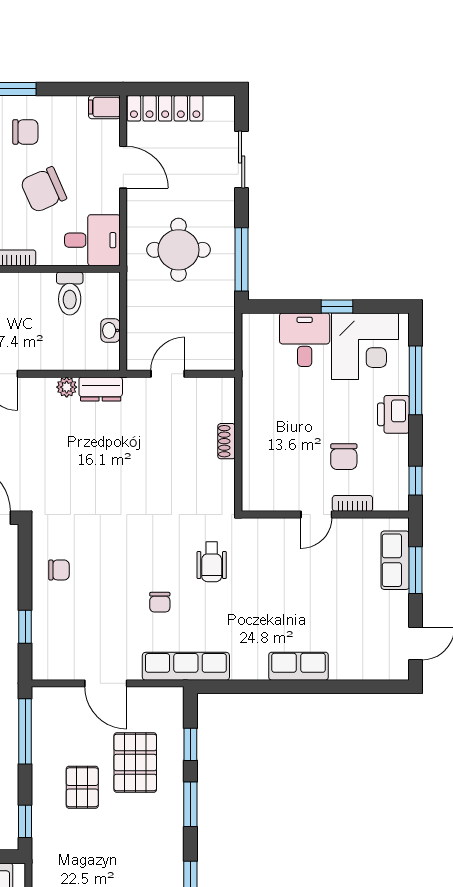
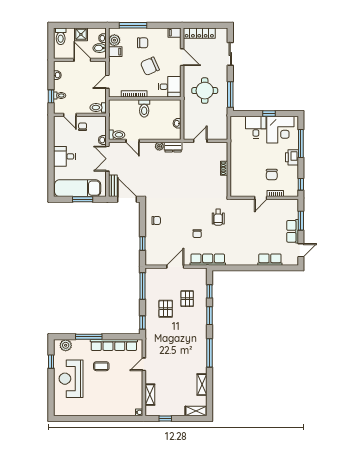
toilet: (70, 294) -> (144, 108), moved
row of seats: (395, 560) -> (293, 231), moved
row of seats: (299, 666) -> (270, 260), moved
door: (106, 683) -> (175, 267), swing flipped
pallet: (135, 763) -> (187, 299), width x0.67, depth x0.71

